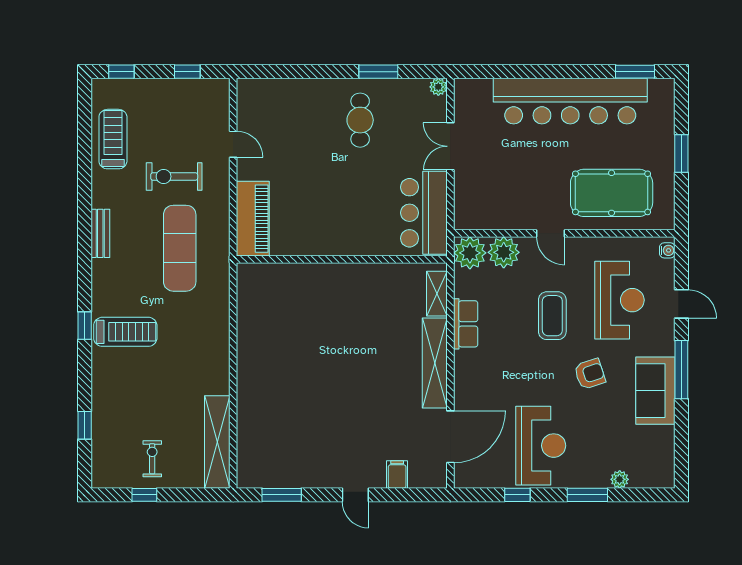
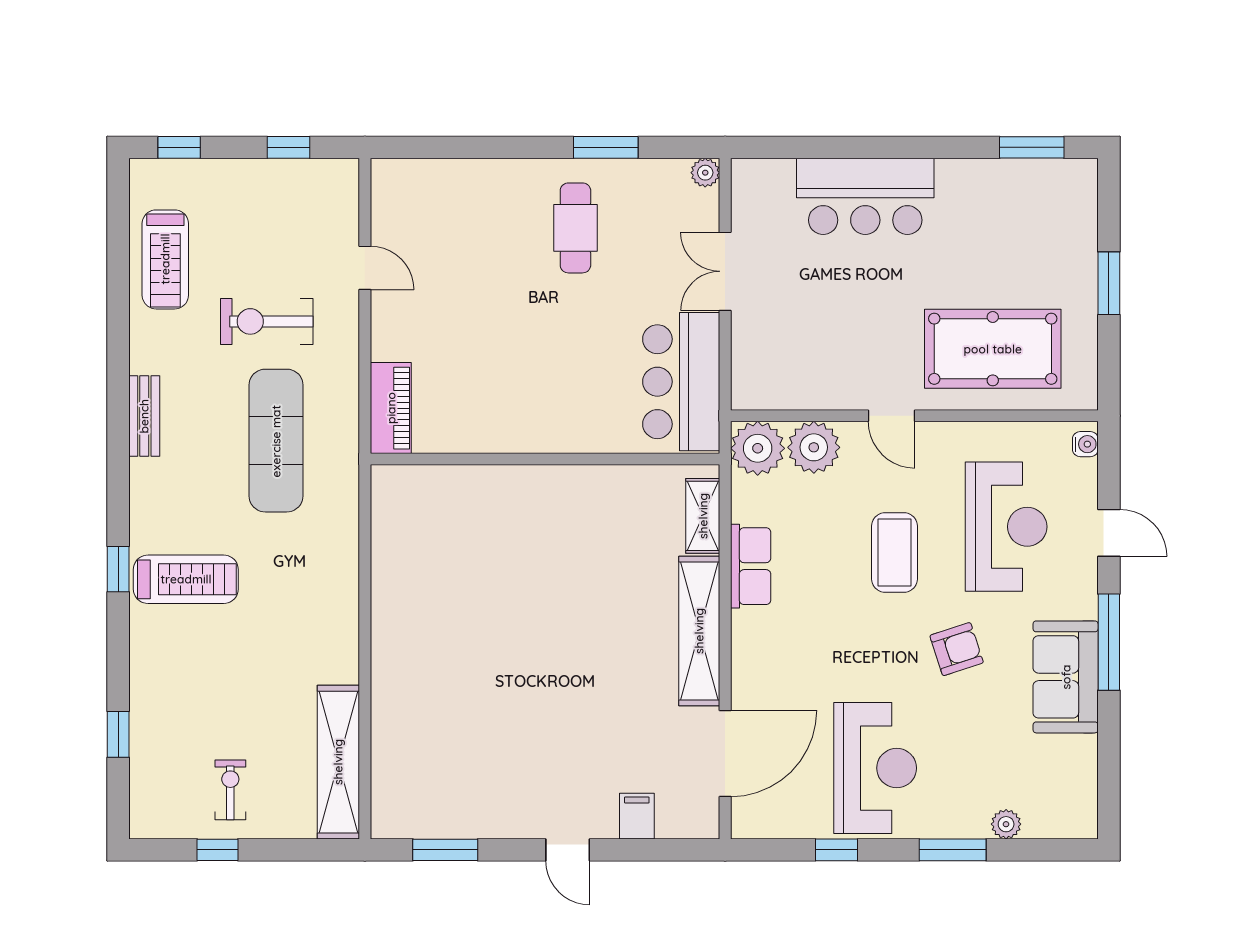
bar counter: (570, 101) -> (865, 196), width x0.54
treadmill: (113, 139) -> (165, 259), turned 180
piano: (253, 219) -> (391, 408), width x0.73, depth x0.75

